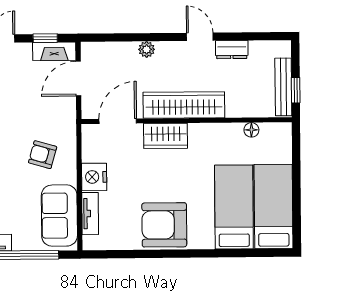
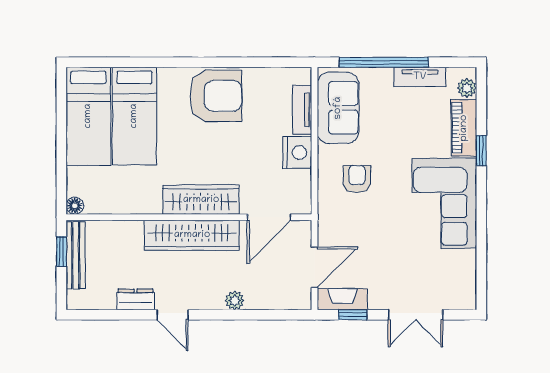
floor lamp: (251, 130) -> (75, 206), moved
wardrobe: (166, 136) -> (201, 200), width x1.50
armchair: (43, 155) -> (357, 179), turned -106

